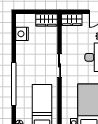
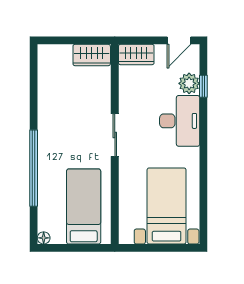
nightstand: (22, 34) -> (48, 79), removed

